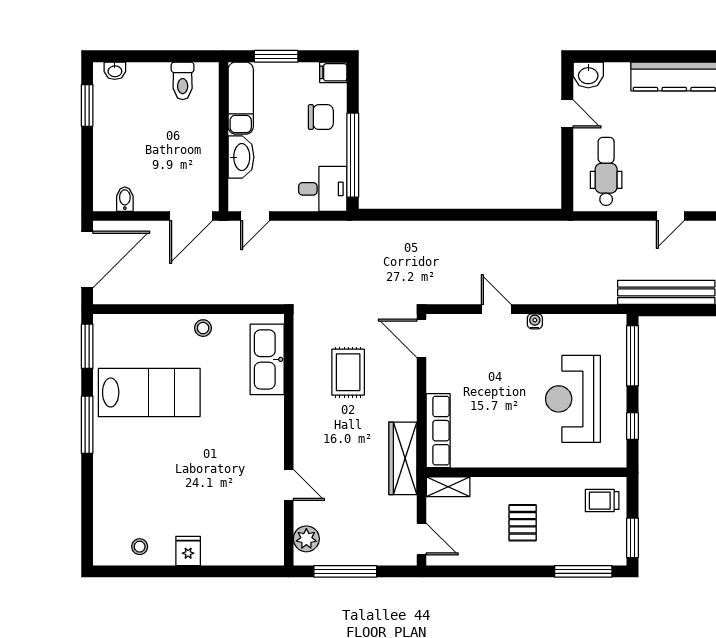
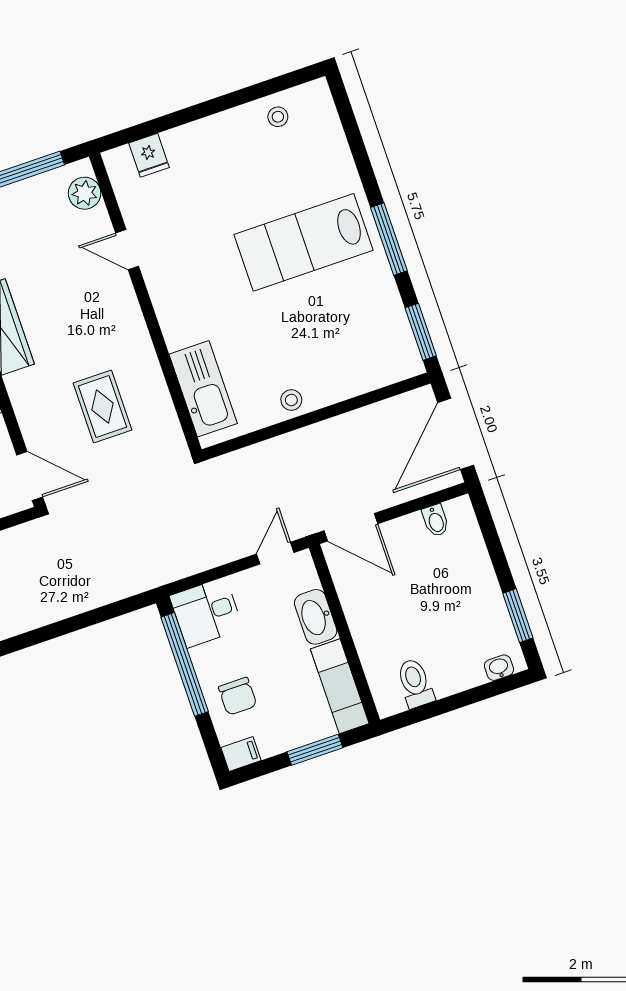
chair: (321, 117) -> (238, 696), turned -90
door: (191, 216) -> (351, 527), swing flipped
lab bench: (149, 392) -> (303, 242), moved
fridge: (188, 551) -> (149, 155), moved

